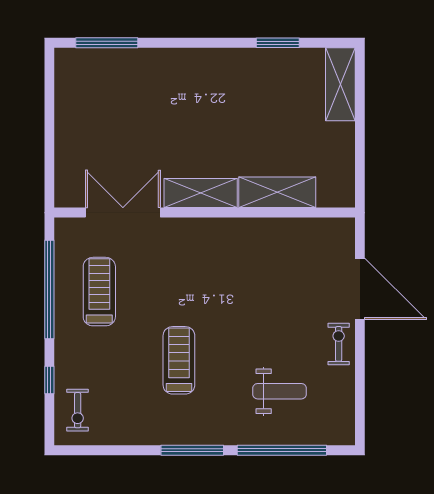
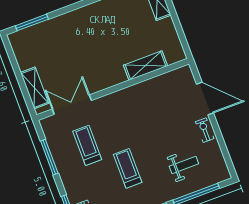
shelving: (201, 193) -> (35, 88), moved, turned 90
window: (49, 290) -> (49, 157), width x0.68
treadmill: (99, 292) -> (87, 145), moved

